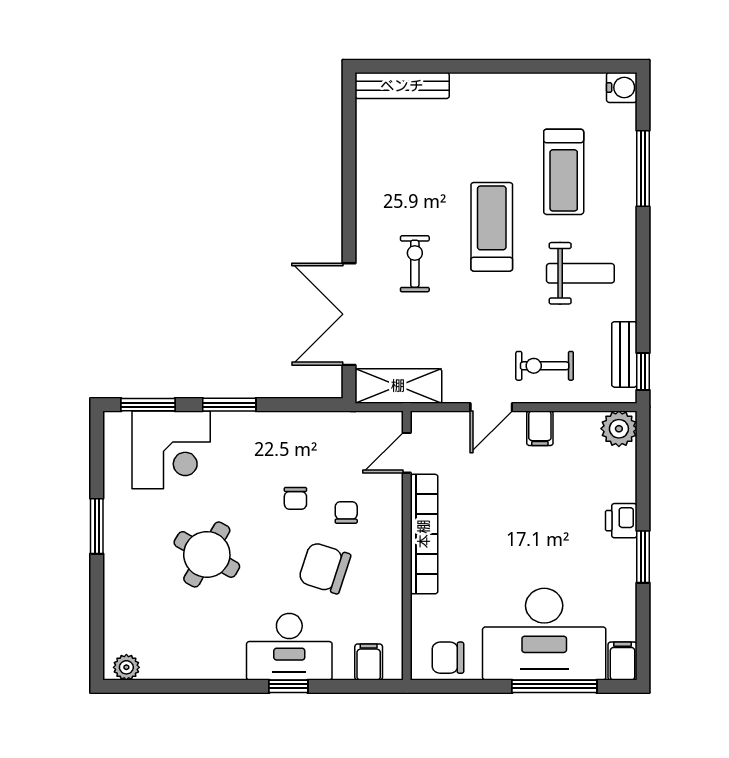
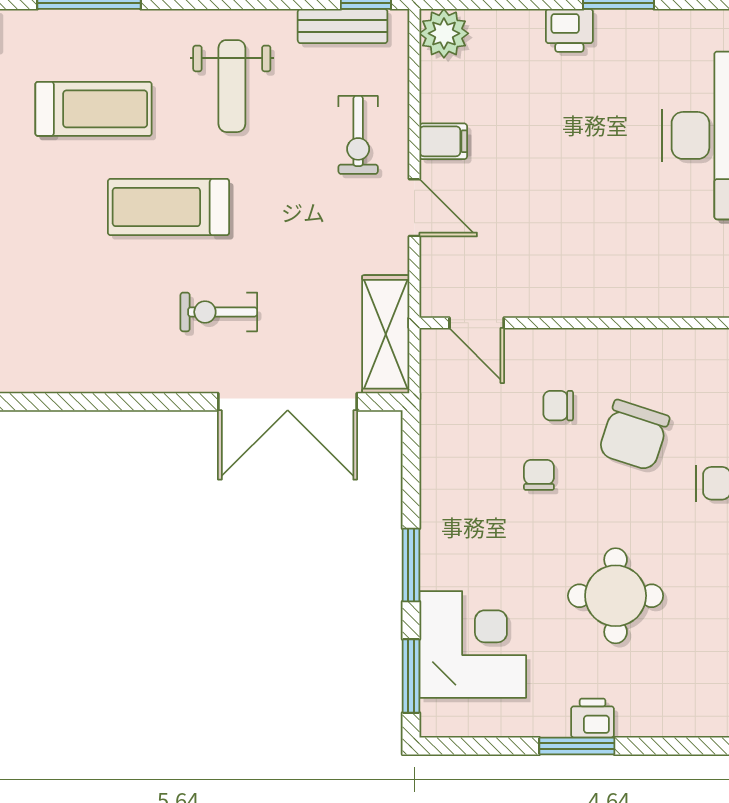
weight bench: (580, 273) -> (232, 86), turned 180
chair: (295, 498) -> (539, 475), turned -90
bookcase: (424, 534) -> (588, 299), removed
printer: (117, 538) -> (593, 718), added
round table: (207, 554) -> (616, 596), turned -30

